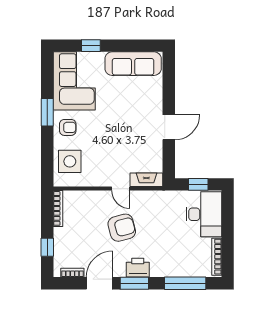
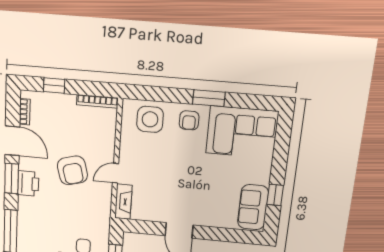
window: (91, 46) -> (275, 195), moved
sofa: (133, 64) -> (253, 207), width x0.73

